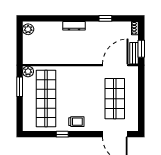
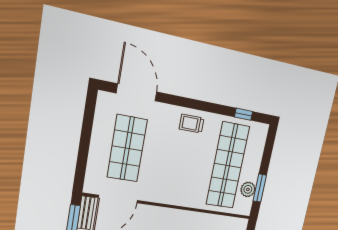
plant: (28, 71) -> (248, 189), moved
window: (62, 134) -> (244, 114), moved

